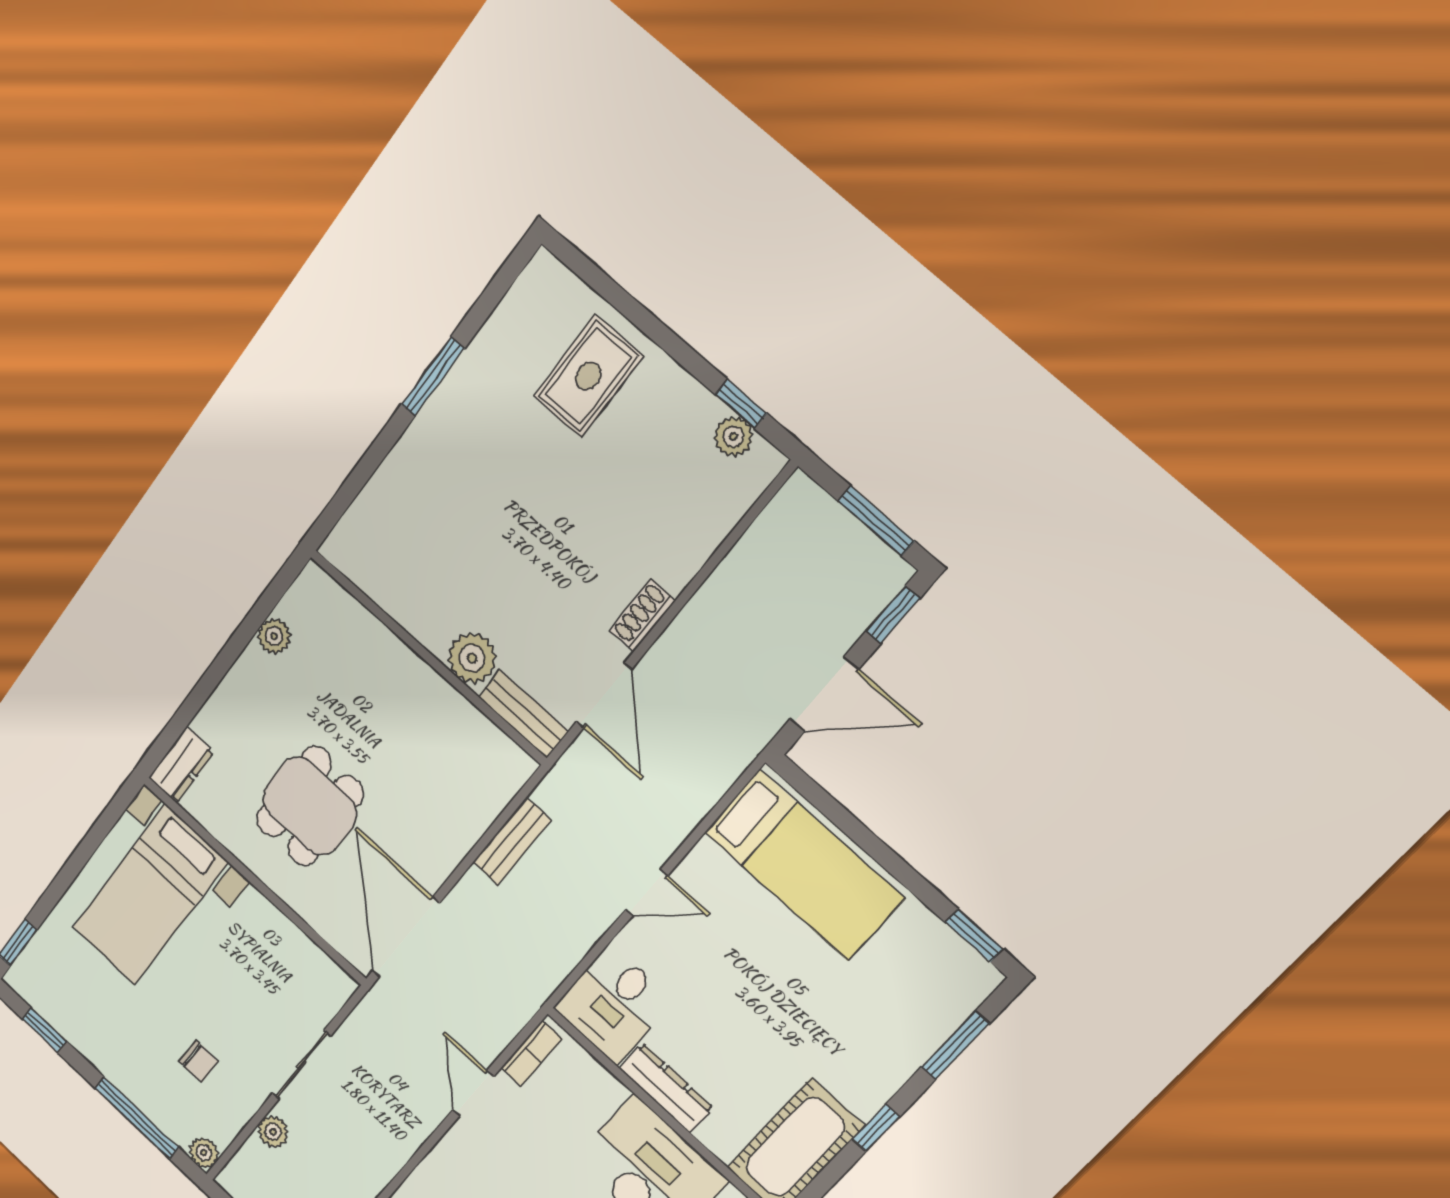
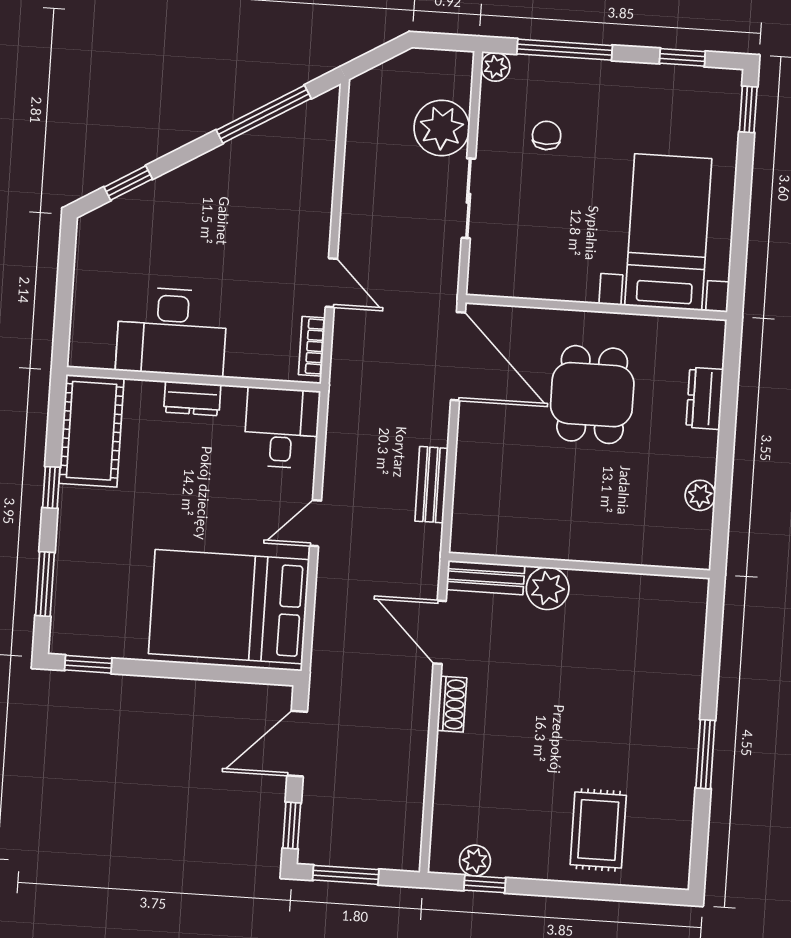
dresser: (181, 765) -> (705, 398), moved
bed: (804, 865) -> (229, 607), width x1.50
chair: (199, 1061) -> (547, 135), turned 90
dresser: (666, 1088) -> (192, 398), width x0.70
plant: (273, 1132) -> (442, 128), width x1.87, depth x1.87

